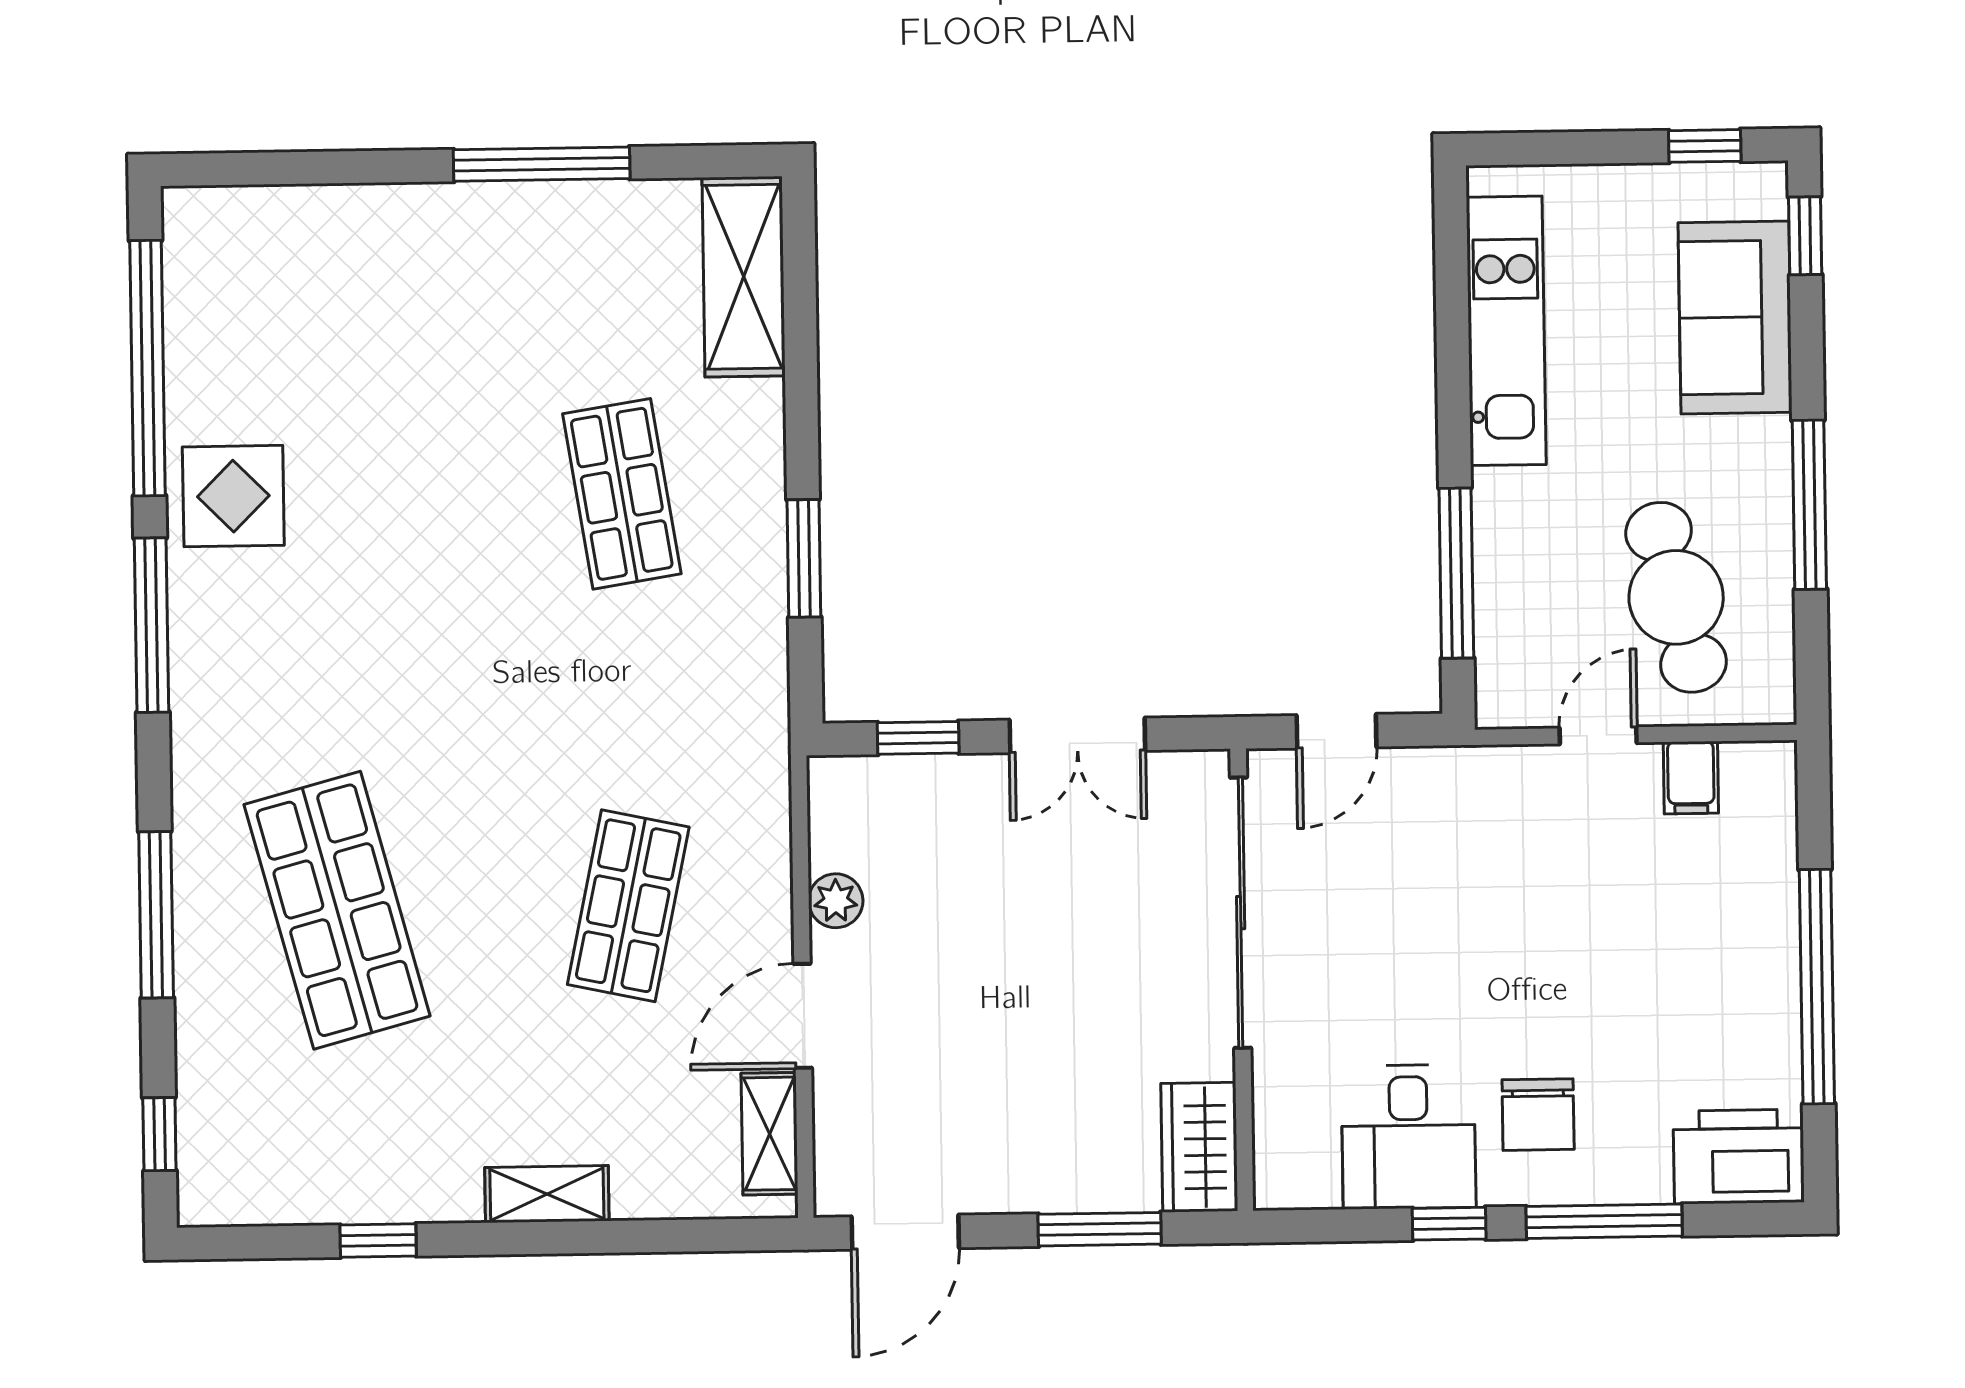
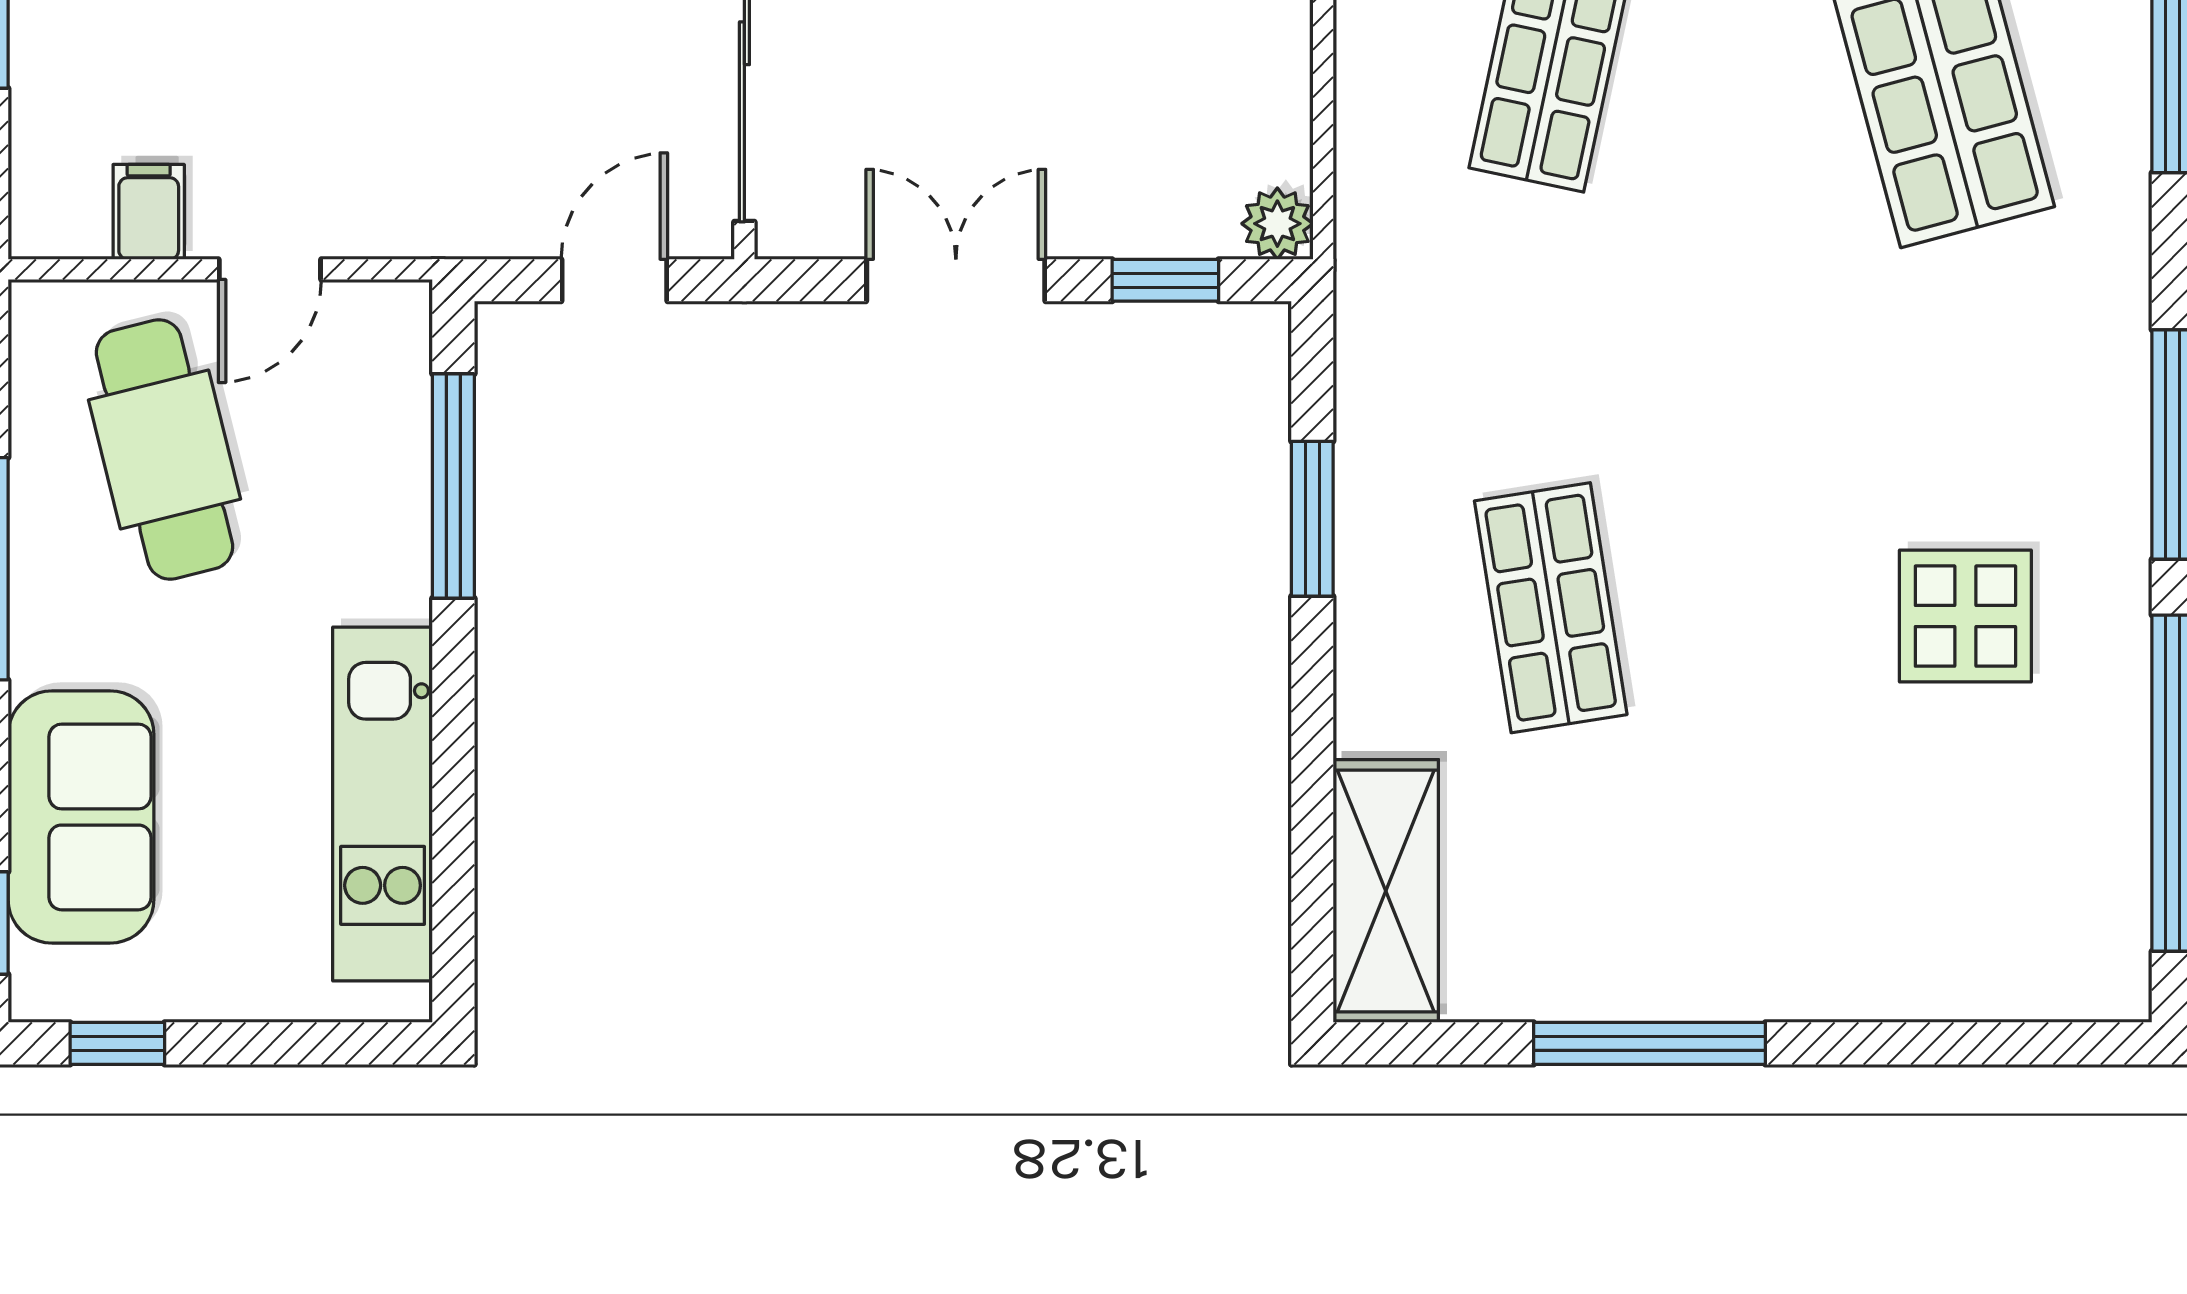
display table: (233, 496) -> (1965, 616), moved
plant: (836, 901) -> (1277, 224), moved

